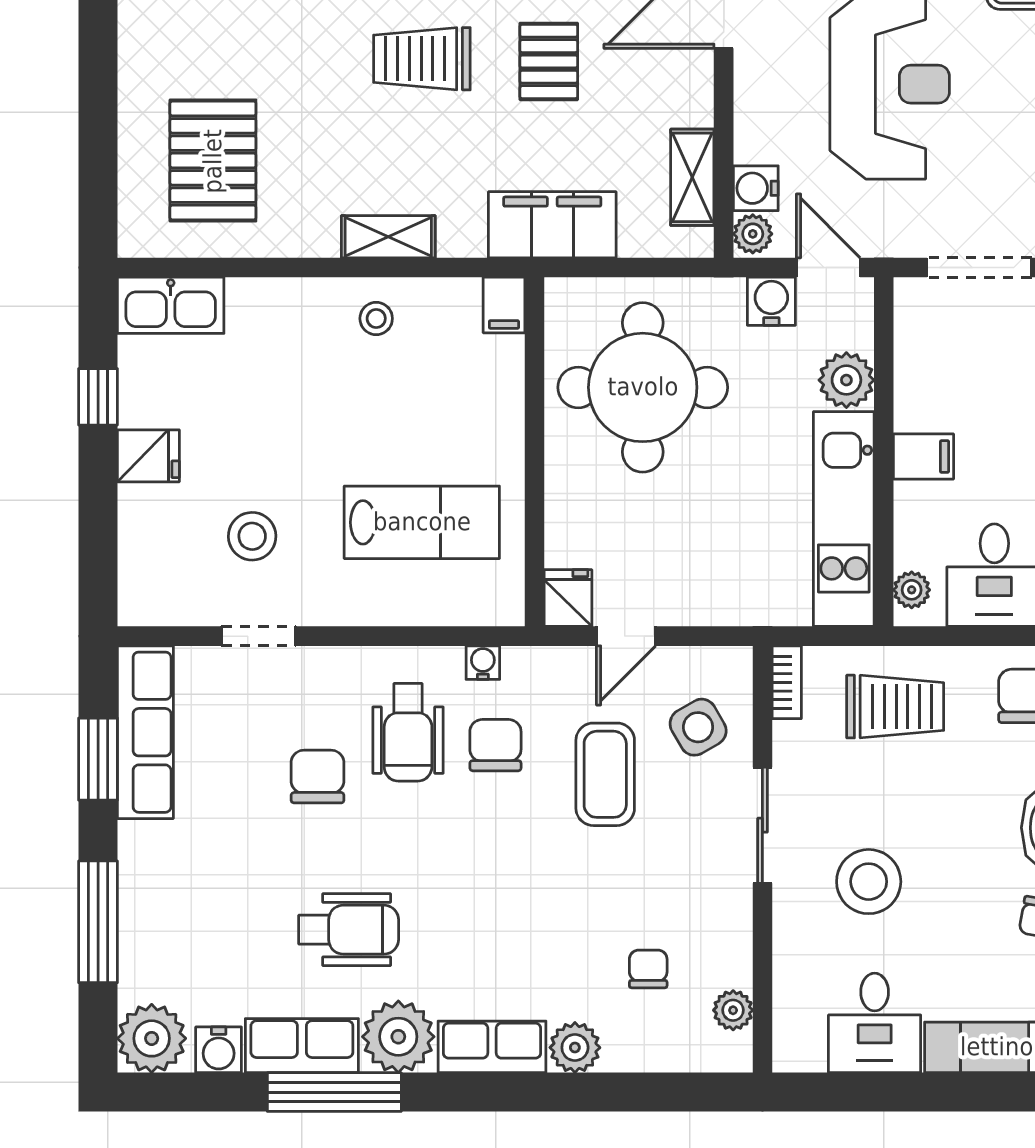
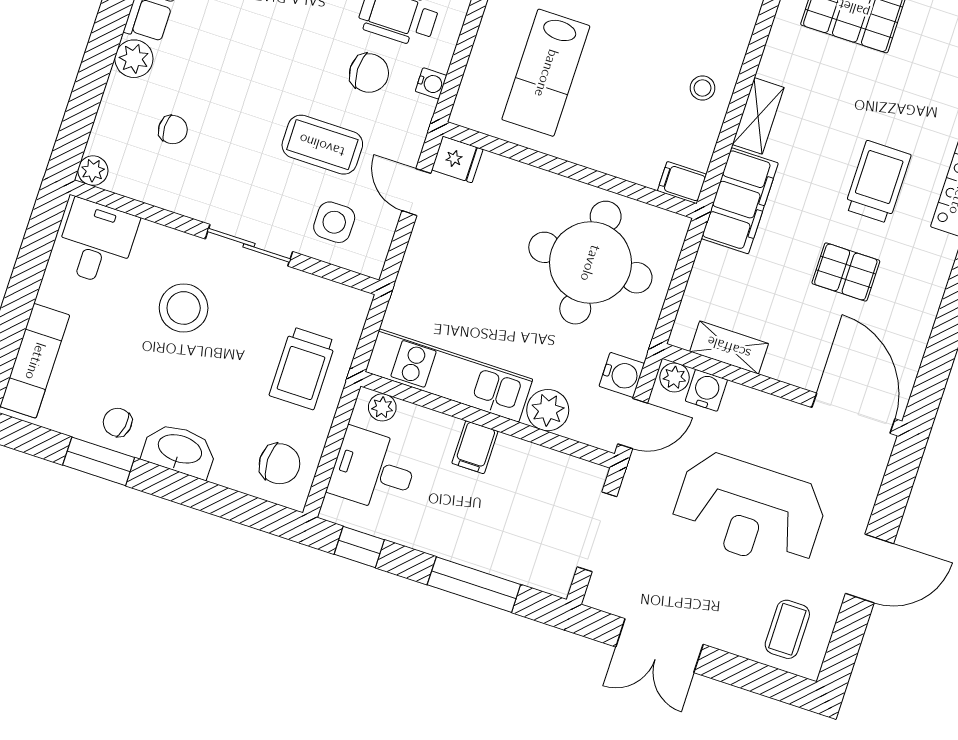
filing cabinet: (552, 225) -> (740, 201), moved
bookcase: (787, 682) -> (345, 296), removed
side table: (698, 727) -> (334, 222), turned 30
plant: (733, 1010) -> (93, 171), moved
desk: (875, 1023) -> (96, 242), moved, turned 90

